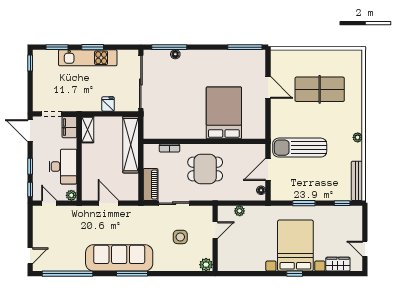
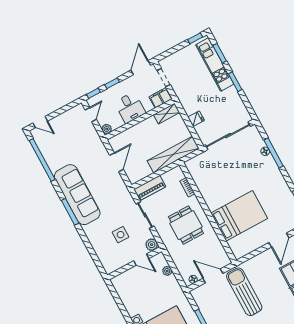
window: (169, 47) -> (274, 153), moved
kitchen unit: (88, 58) -> (215, 65), moved
desk: (63, 167) -> (130, 108), width x0.73
plant: (206, 265) -> (152, 245), moved

